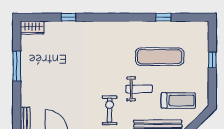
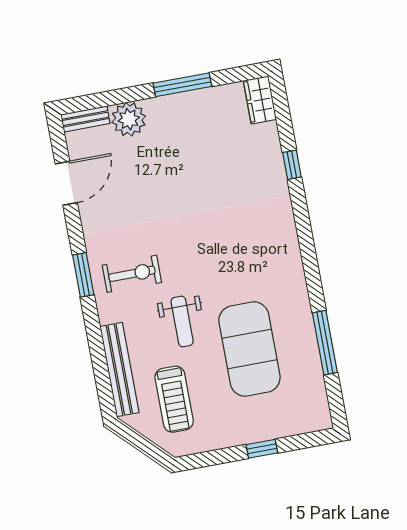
window: (164, 17) -> (325, 343), width x2.17
exercise mat: (160, 57) -> (249, 349), width x1.47
plant: (29, 97) -> (129, 119), added

